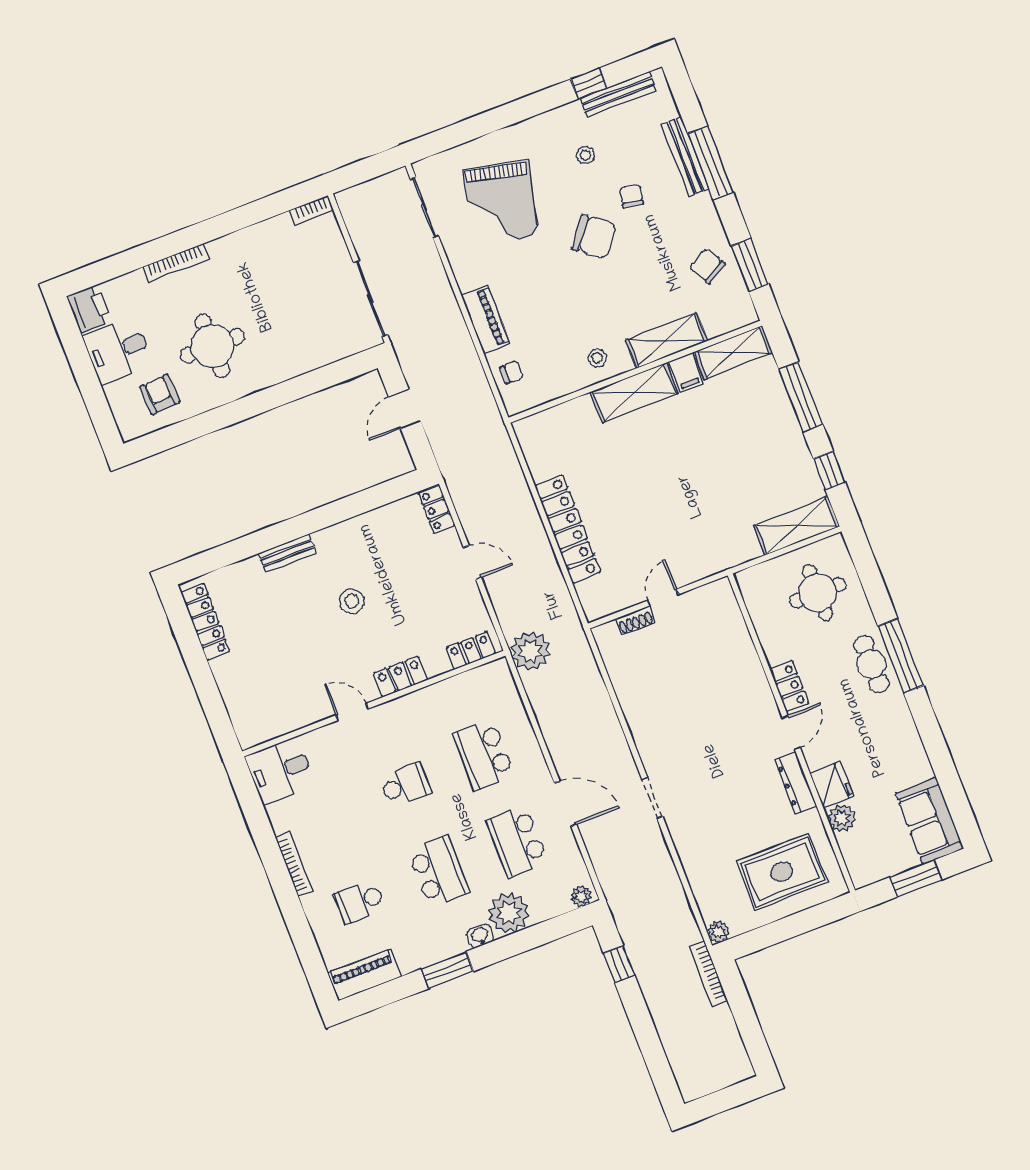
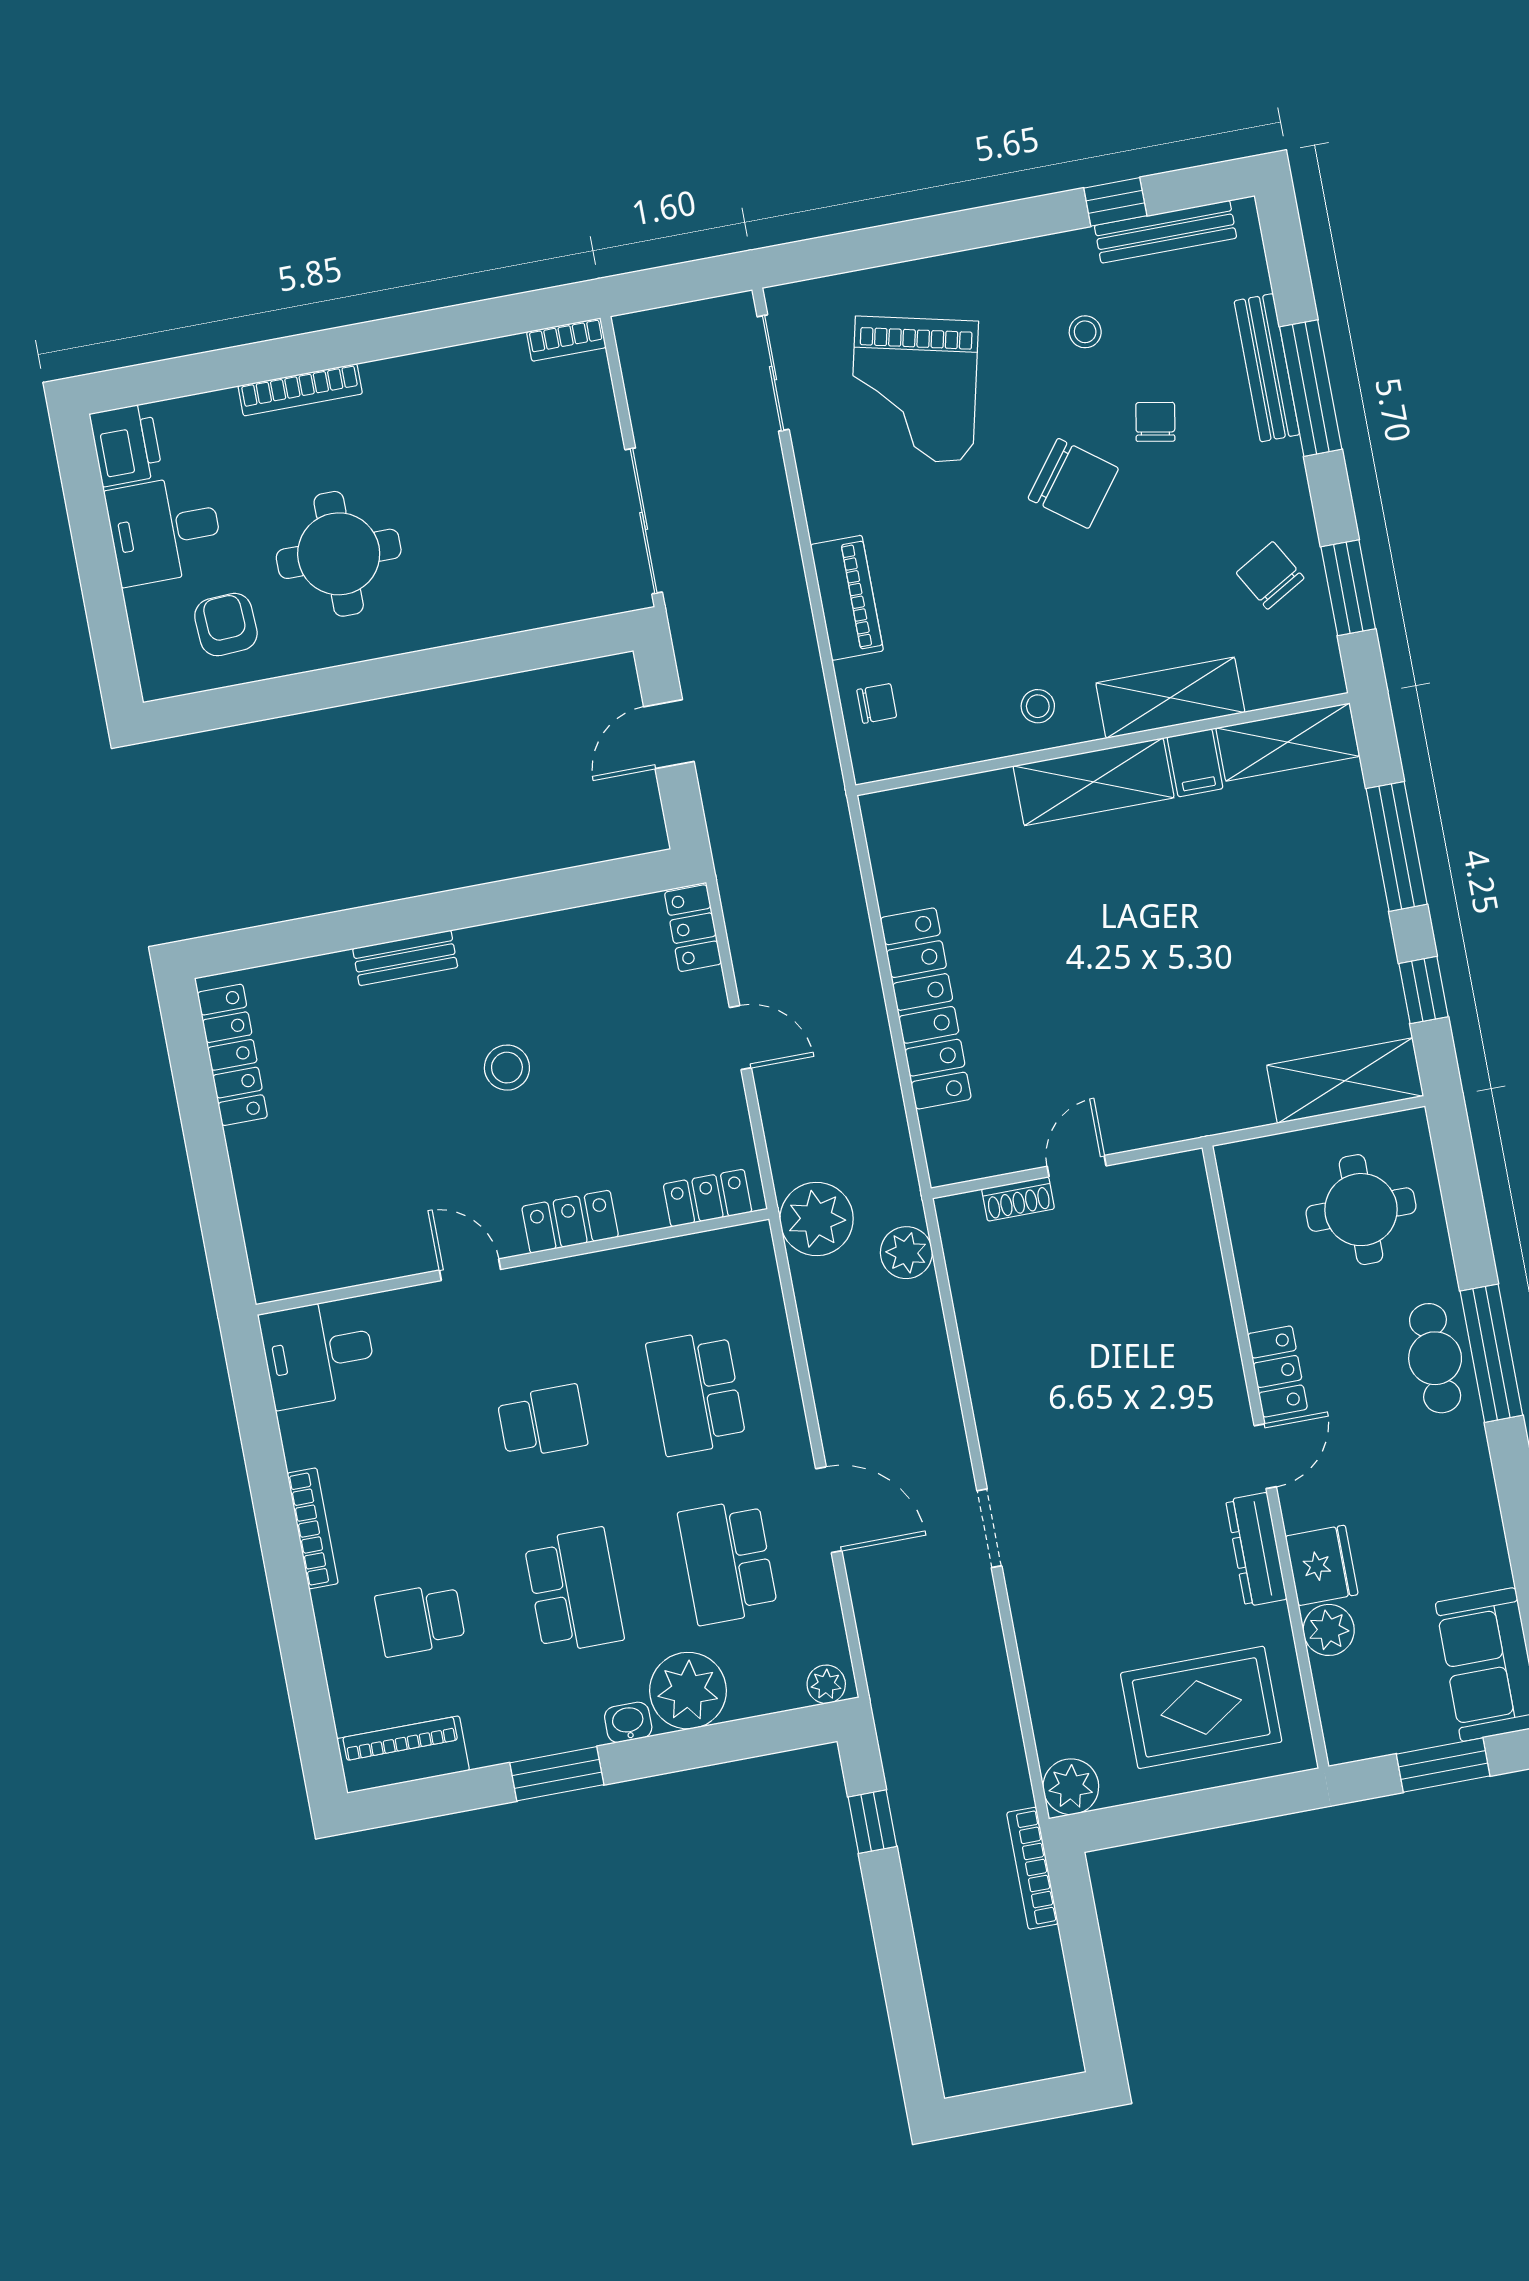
plant: (581, 660) -> (906, 1253), added
plant: (718, 932) -> (1071, 1787), width x1.38, depth x1.38

